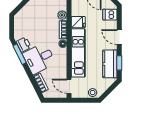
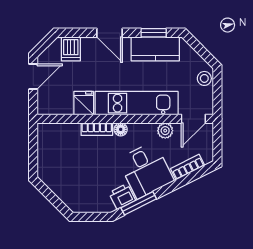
plant: (62, 15) -> (165, 131), moved
door: (119, 37) -> (110, 33), hinge flipped

